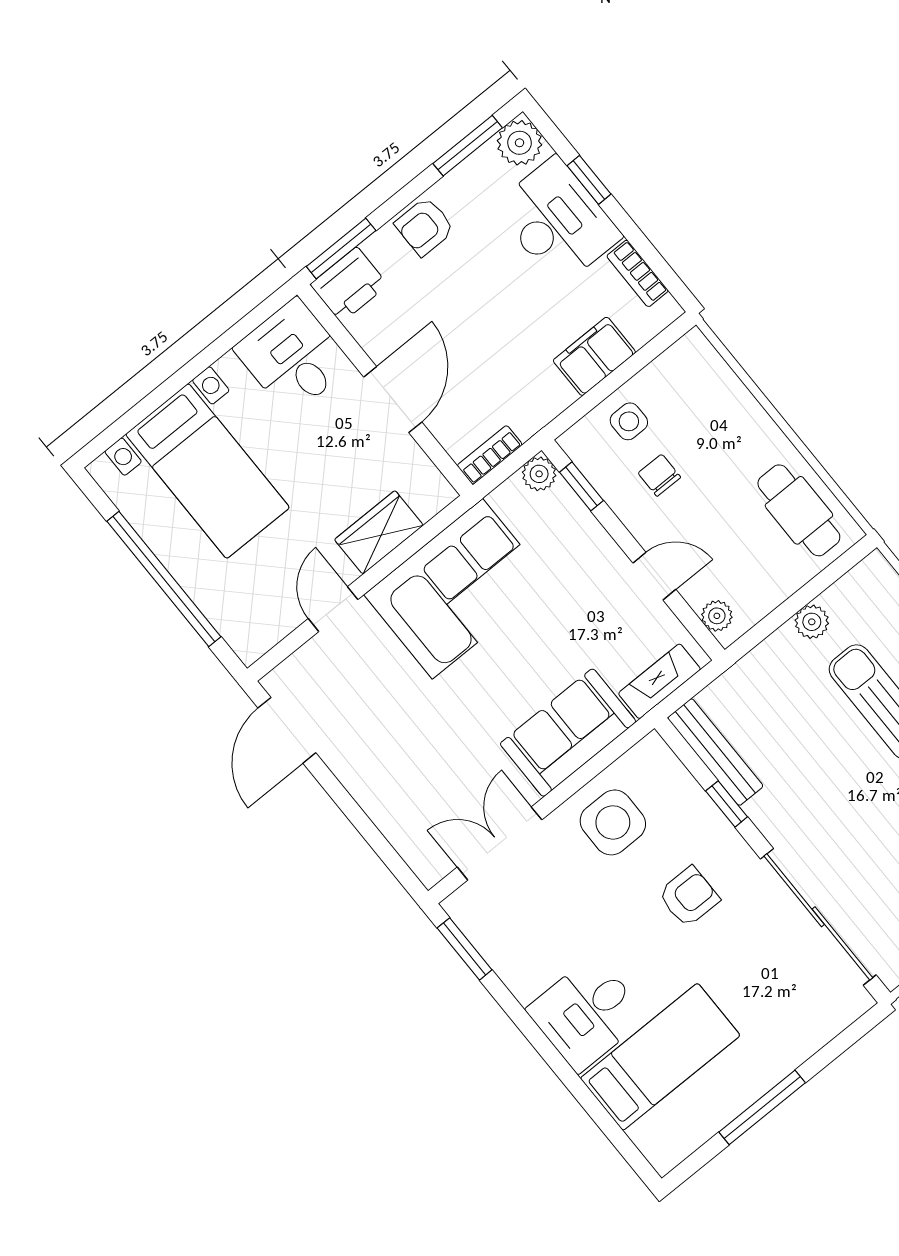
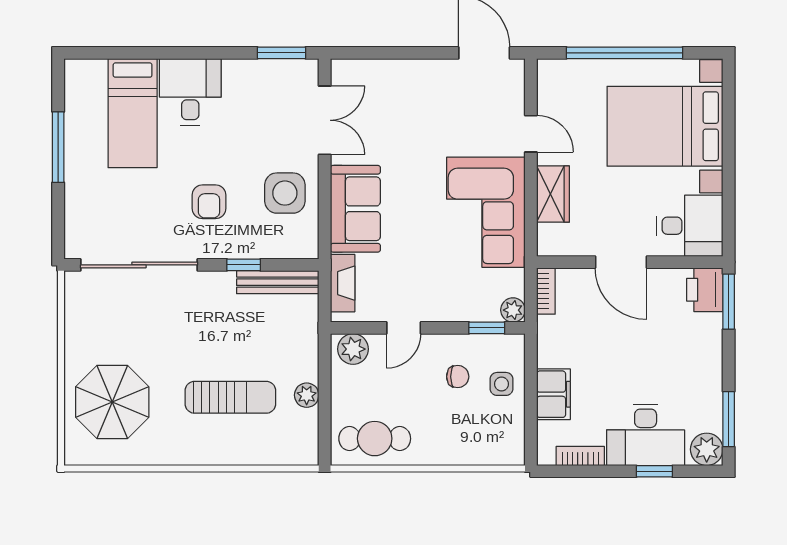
armchair: (425, 227) -> (703, 358), removed
bed with nightstands: (208, 471) -> (665, 126), width x1.36
plant: (717, 616) -> (353, 349), width x1.38, depth x1.38

